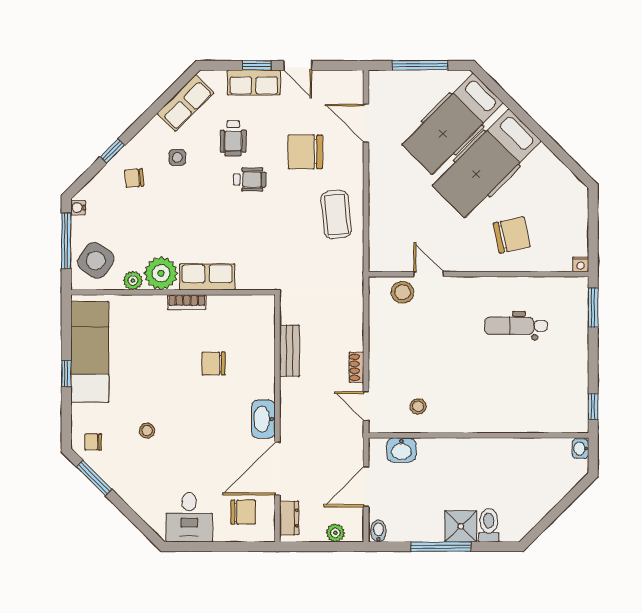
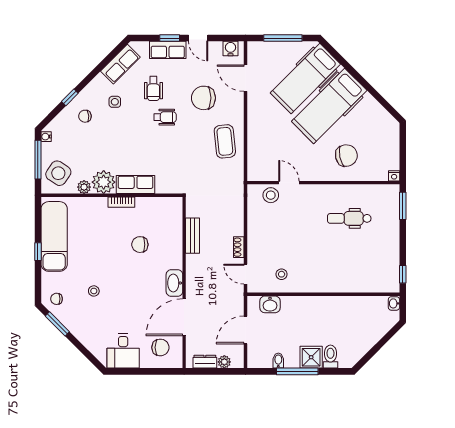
water cooler: (344, 81) -> (231, 49), added
dresser: (289, 518) -> (205, 362), moved, turned -90
bidet: (378, 531) -> (278, 361), moved

